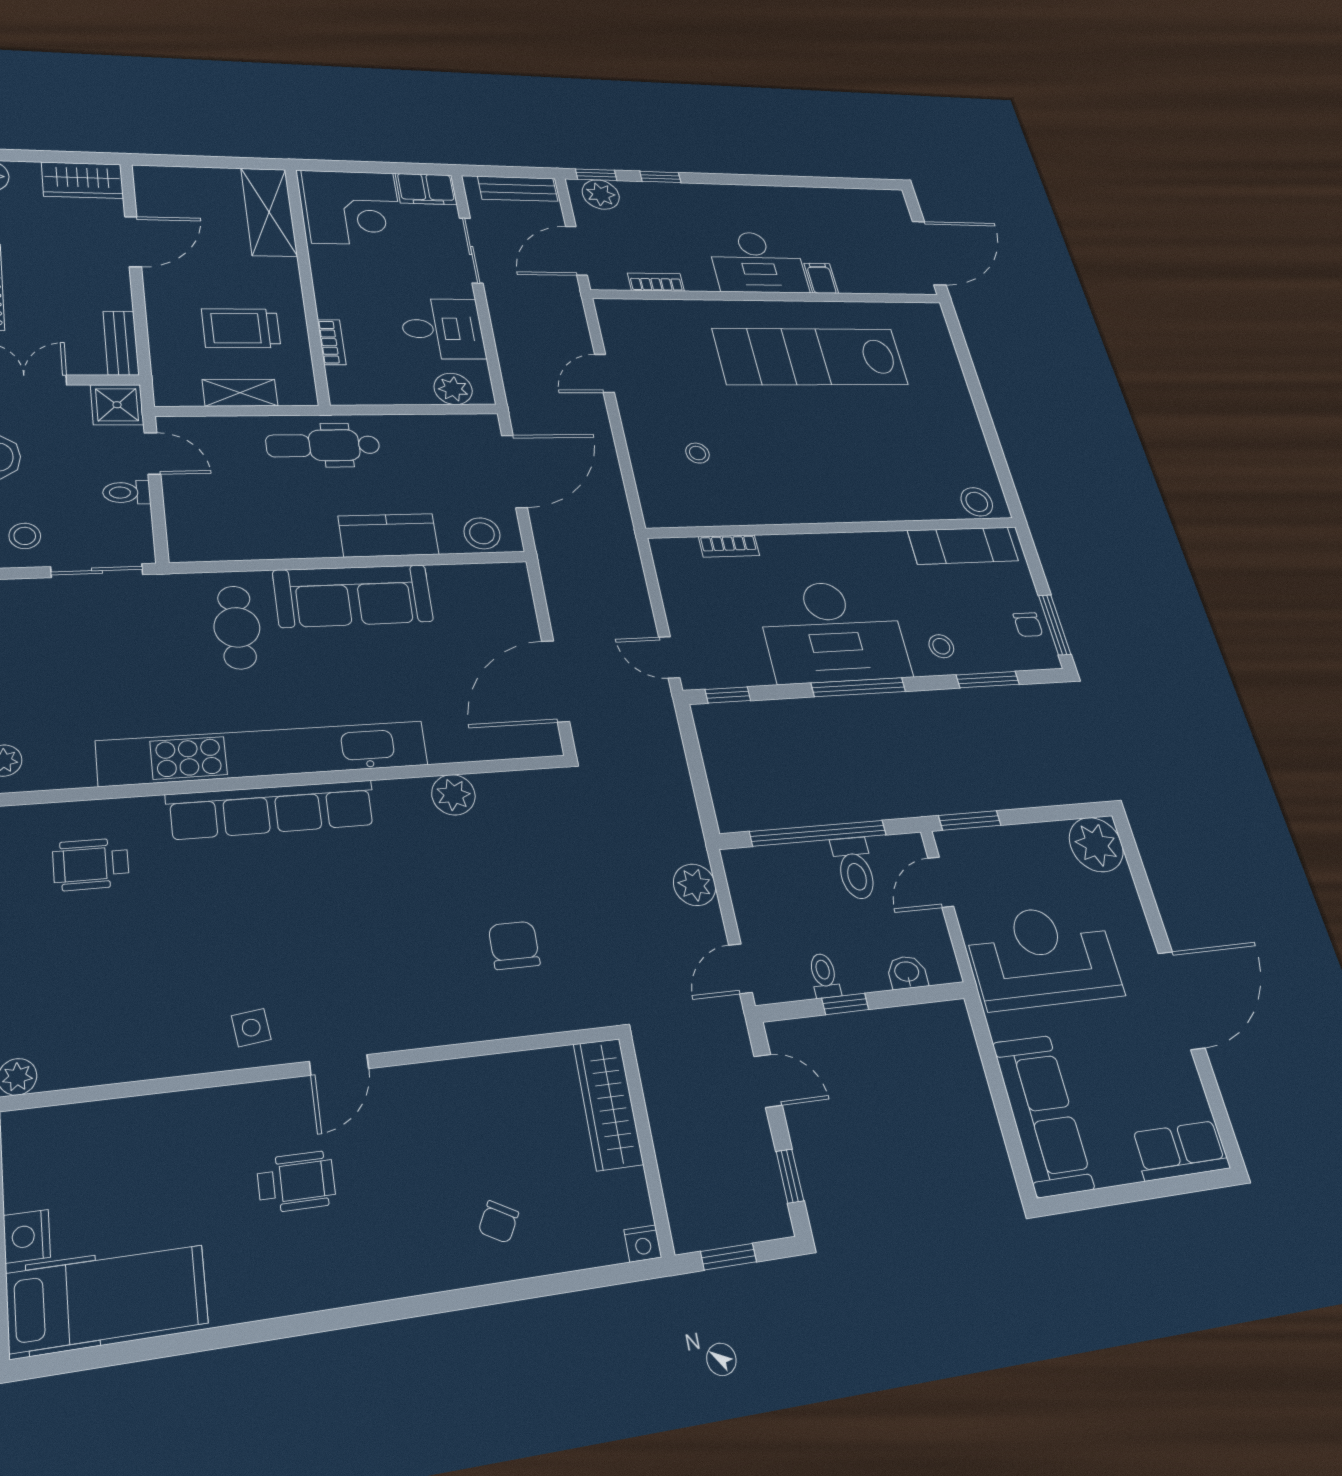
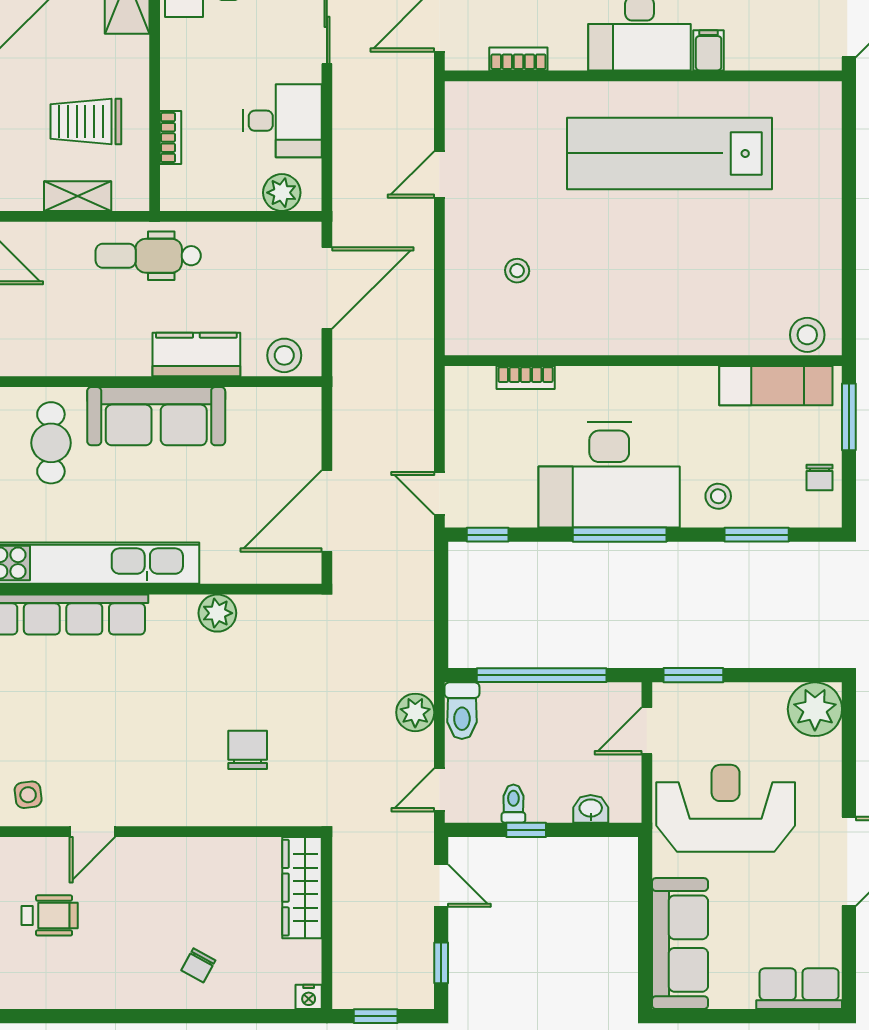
window: (1055, 625) -> (849, 417), moved
toilet: (855, 868) -> (462, 711), moved

